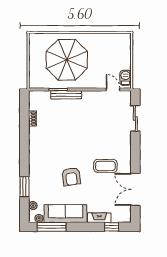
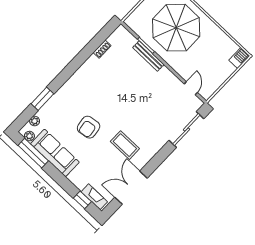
barbecue: (126, 78) -> (239, 58), moved
sliding door: (135, 119) -> (186, 129), width x1.37
fireplace: (99, 218) -> (94, 197), moved

